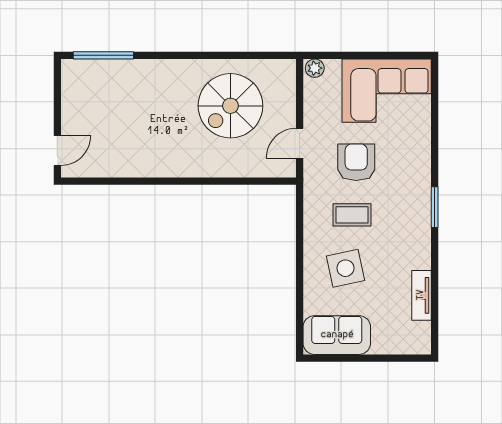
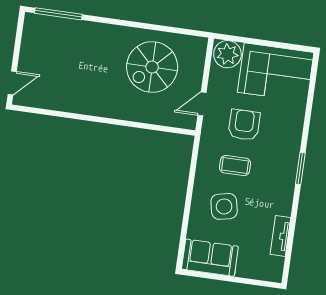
plant: (315, 68) -> (227, 54), width x1.88, depth x1.88

